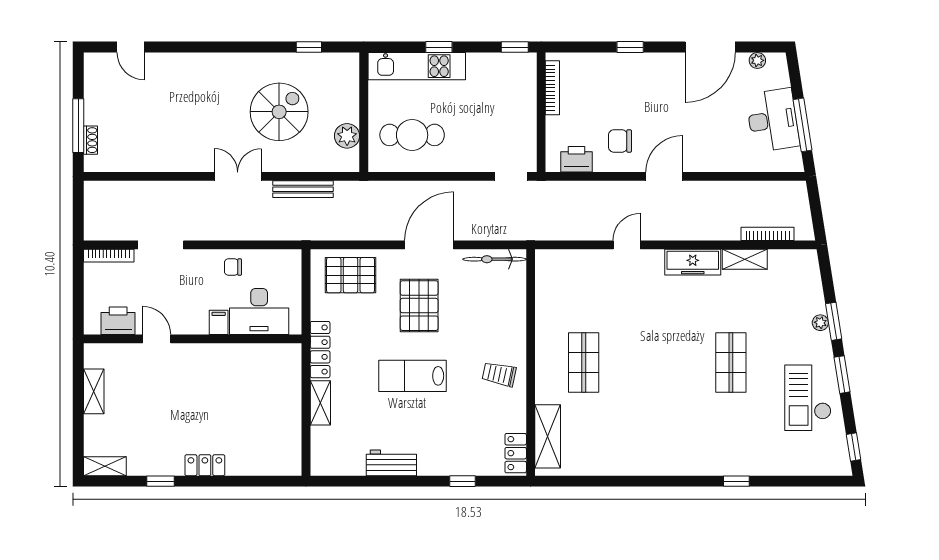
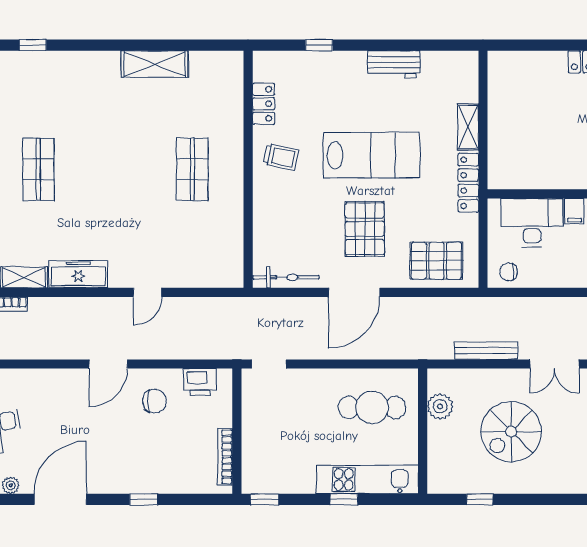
chair: (233, 267) -> (509, 272), moved, turned 180
lab bench: (413, 376) -> (371, 155), width x1.36, depth x1.39
shelving: (548, 436) -> (155, 64), moved, turned 90
locker: (516, 453) -> (264, 104), moved

